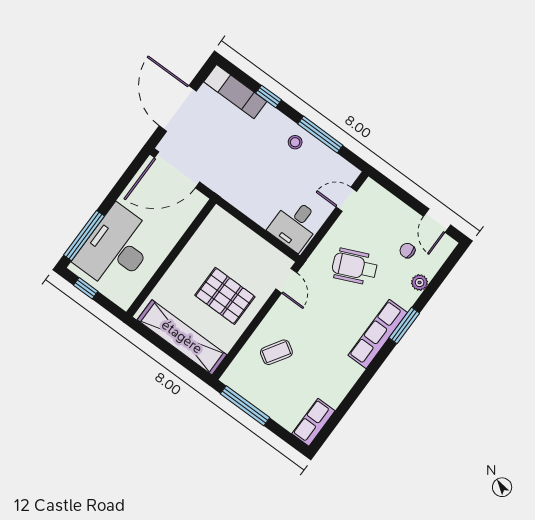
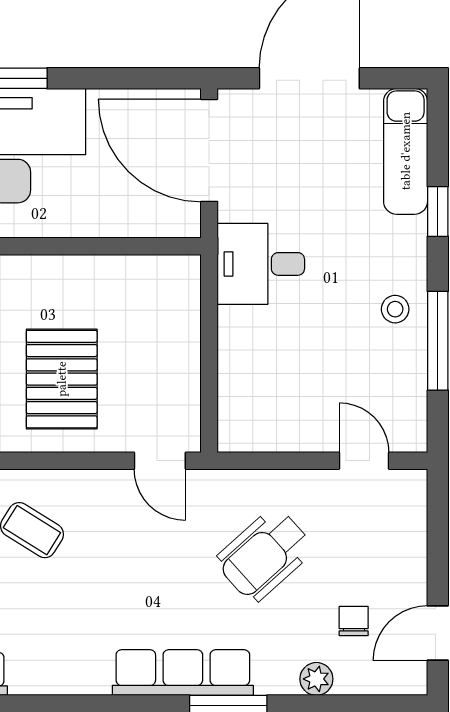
desk: (295, 225) -> (261, 264), moved
wheelchair: (355, 267) -> (265, 555), turned -108
door: (286, 281) -> (160, 461), hinge flipped

